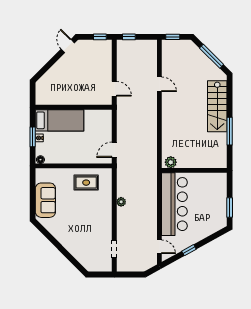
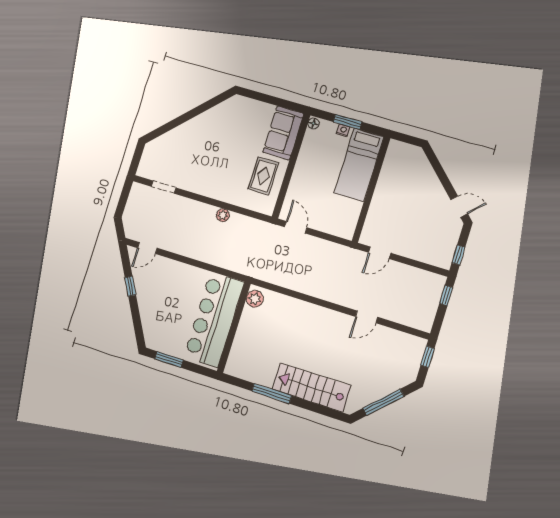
sofa: (45, 200) -> (283, 133), moved, turned 90
bar counter: (174, 204) -> (214, 319), moved, turned 90

